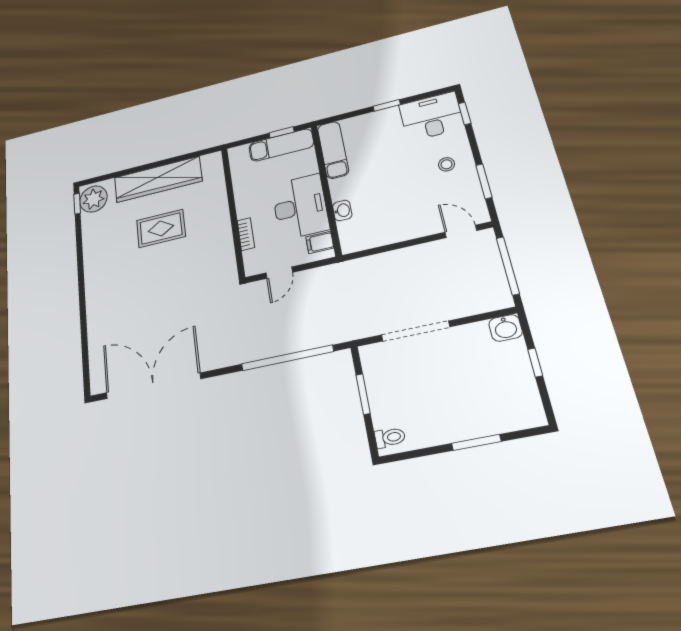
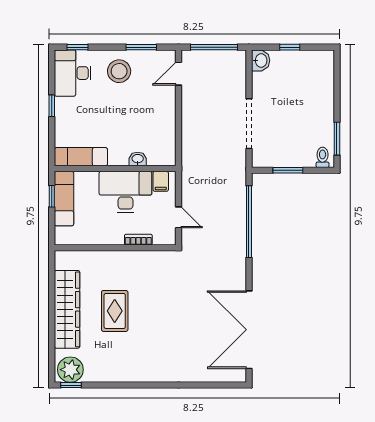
stool: (447, 164) -> (119, 71), width x1.89, depth x1.89
window: (476, 442) -> (337, 139), moved

